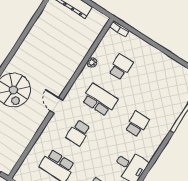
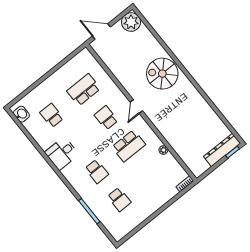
school desk: (121, 67) -> (119, 199), moved
door: (56, 105) -> (136, 107), swing flipped

